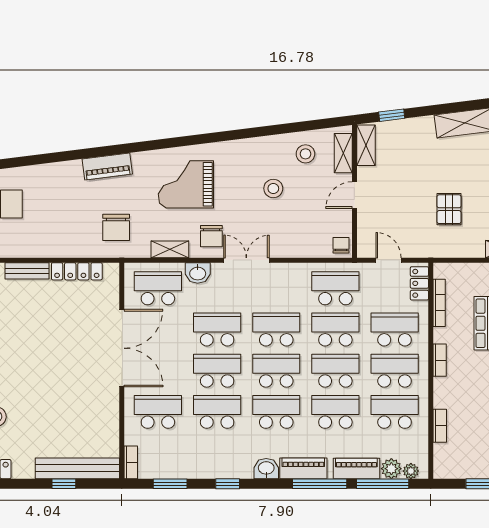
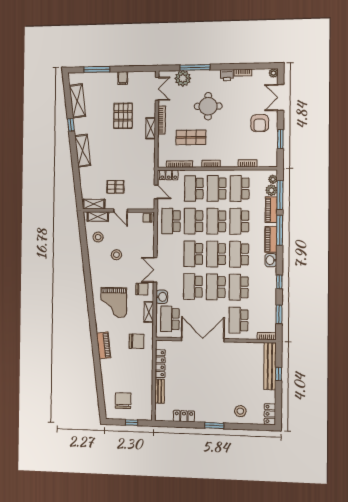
window: (392, 115) -> (78, 190), removed
pallet: (449, 209) -> (115, 187), moved
door: (388, 260) -> (156, 192), swing flipped

